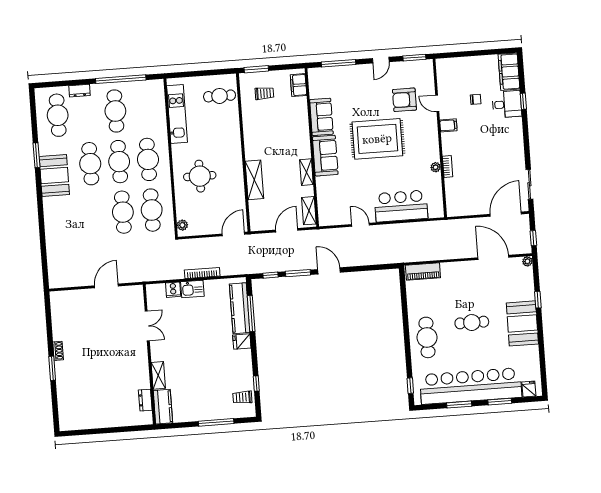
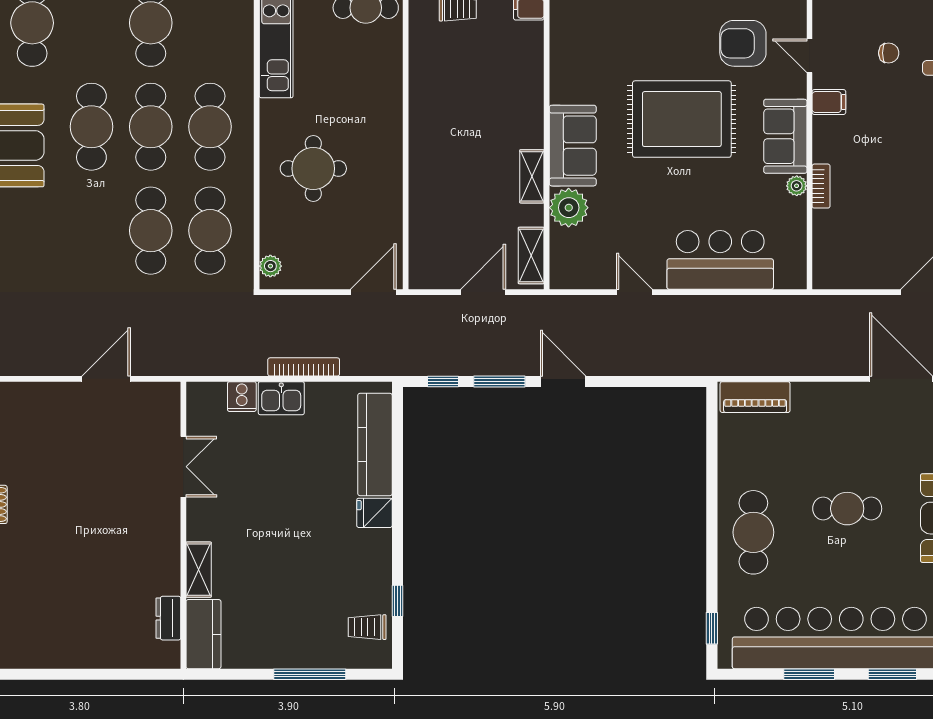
sofa: (321, 117) -> (785, 136), moved, turned 180
shelving: (254, 180) -> (424, 184), removed
plant: (325, 186) -> (569, 208), added
window: (251, 313) -> (398, 457), removed

